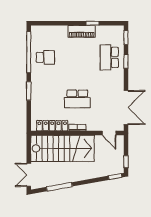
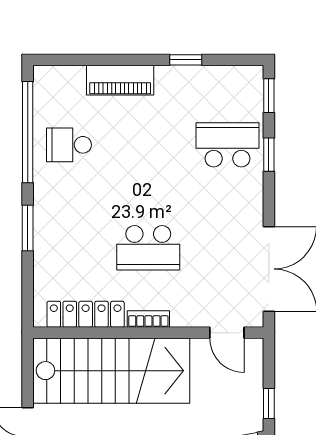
piano: (82, 31) -> (120, 80), moved
school desk: (45, 57) -> (69, 145), turned 180
school desk: (109, 57) -> (227, 145), turned 90

